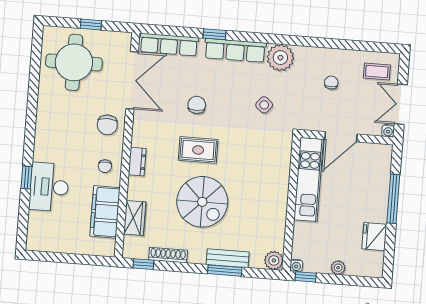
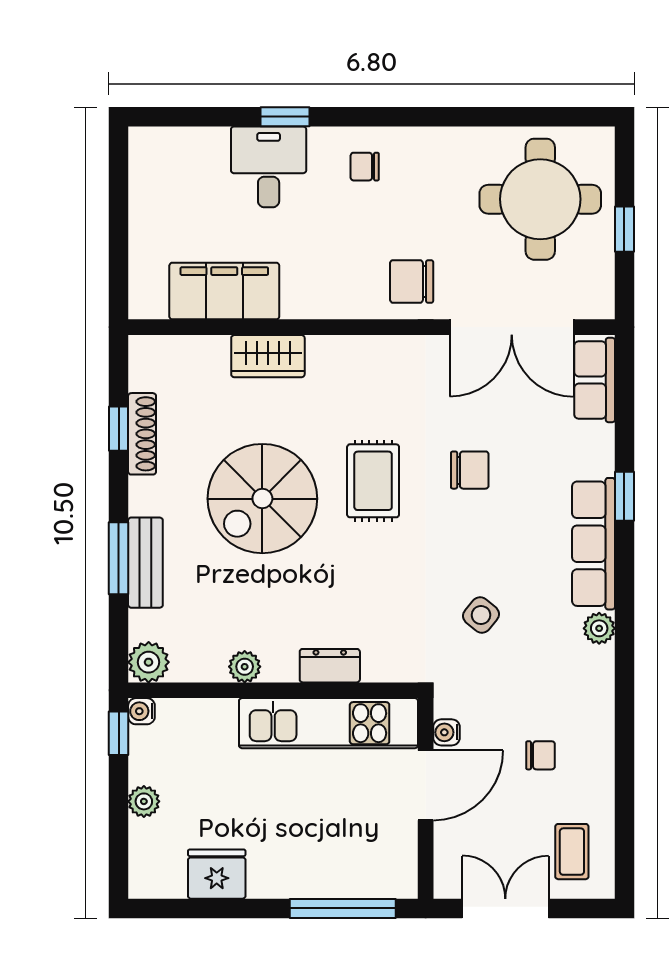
row of seats: (169, 45) -> (595, 380), width x0.68
plant: (280, 58) -> (599, 628), width x0.53, depth x0.53
water cooler: (388, 131) -> (446, 732), moved
door: (341, 137) -> (426, 785), swing flipped
dresser: (137, 162) -> (330, 666), moved, turned 180
chair: (105, 166) -> (365, 167), moved
desk: (49, 187) -> (269, 167), width x0.73
window: (393, 199) -> (343, 908), moved
plant: (279, 216) -> (245, 667), added
wardrobe: (135, 218) -> (268, 356), moved
window: (143, 264) -> (119, 429), moved

